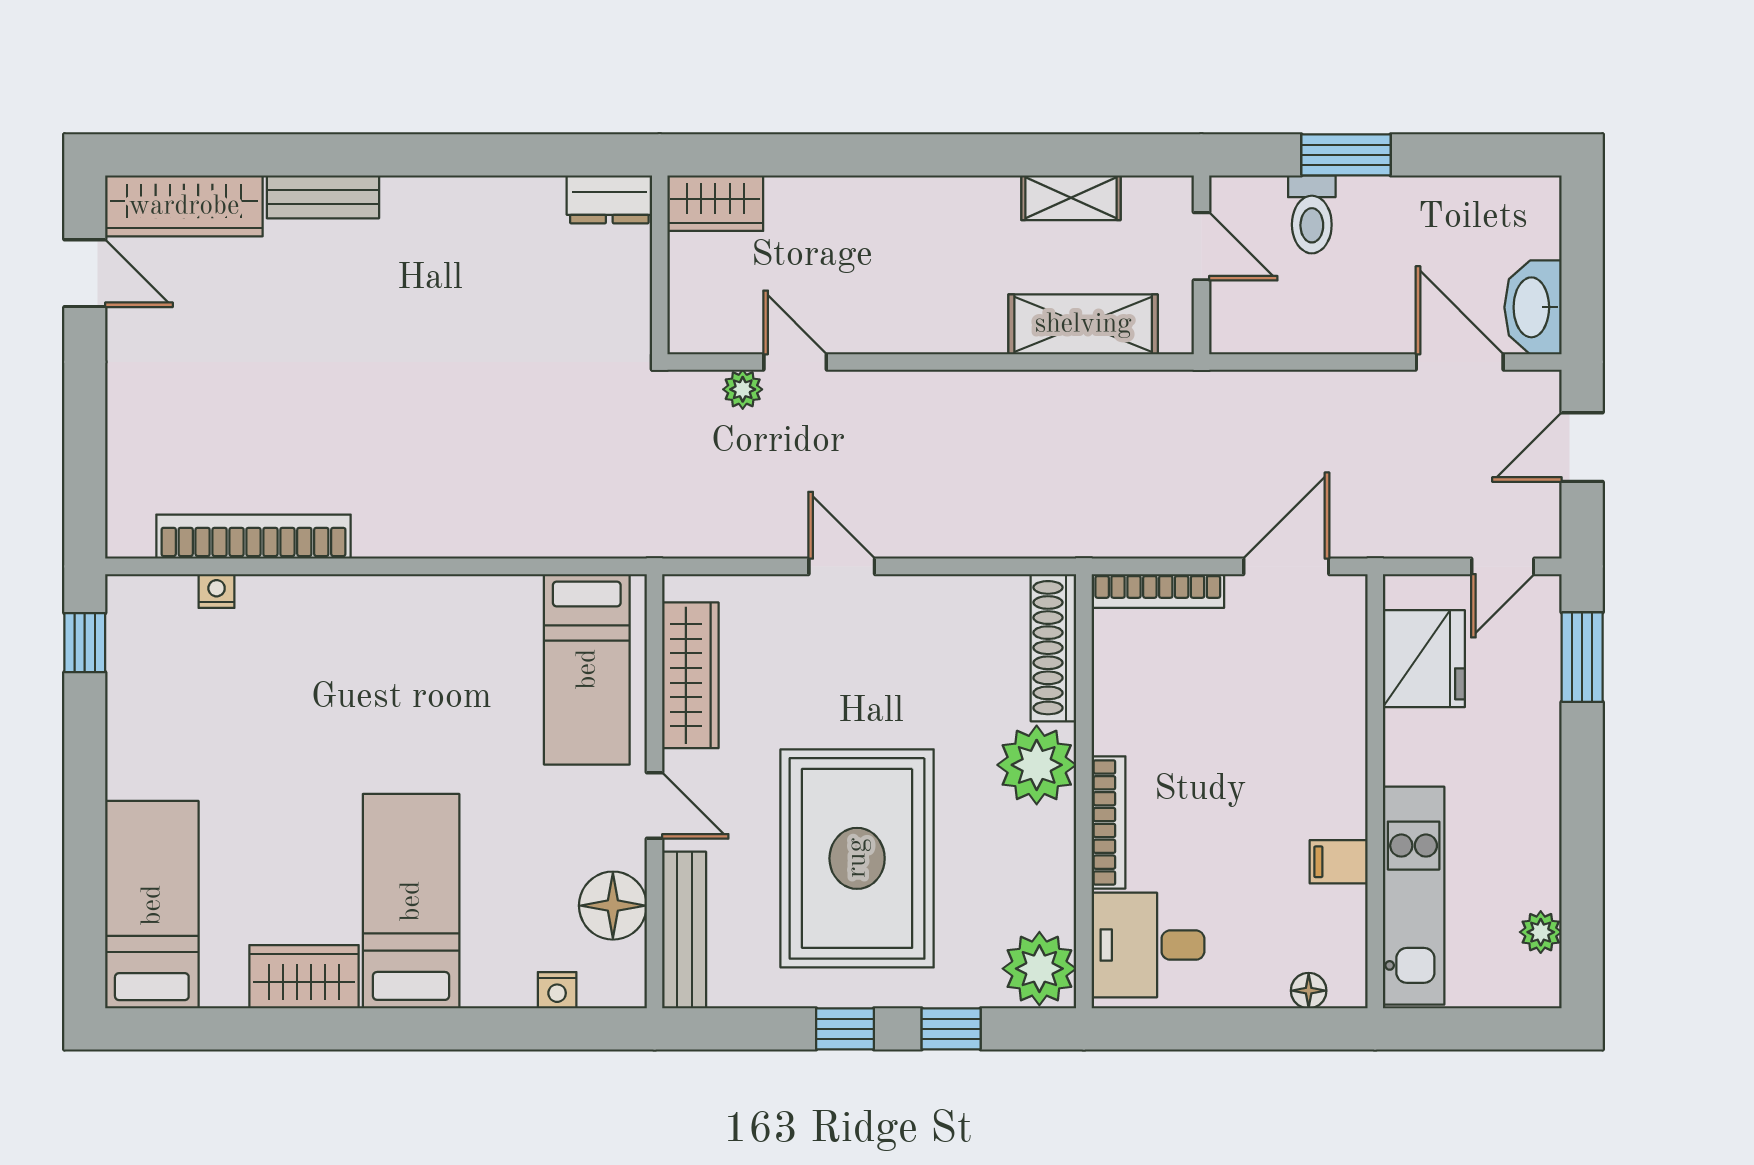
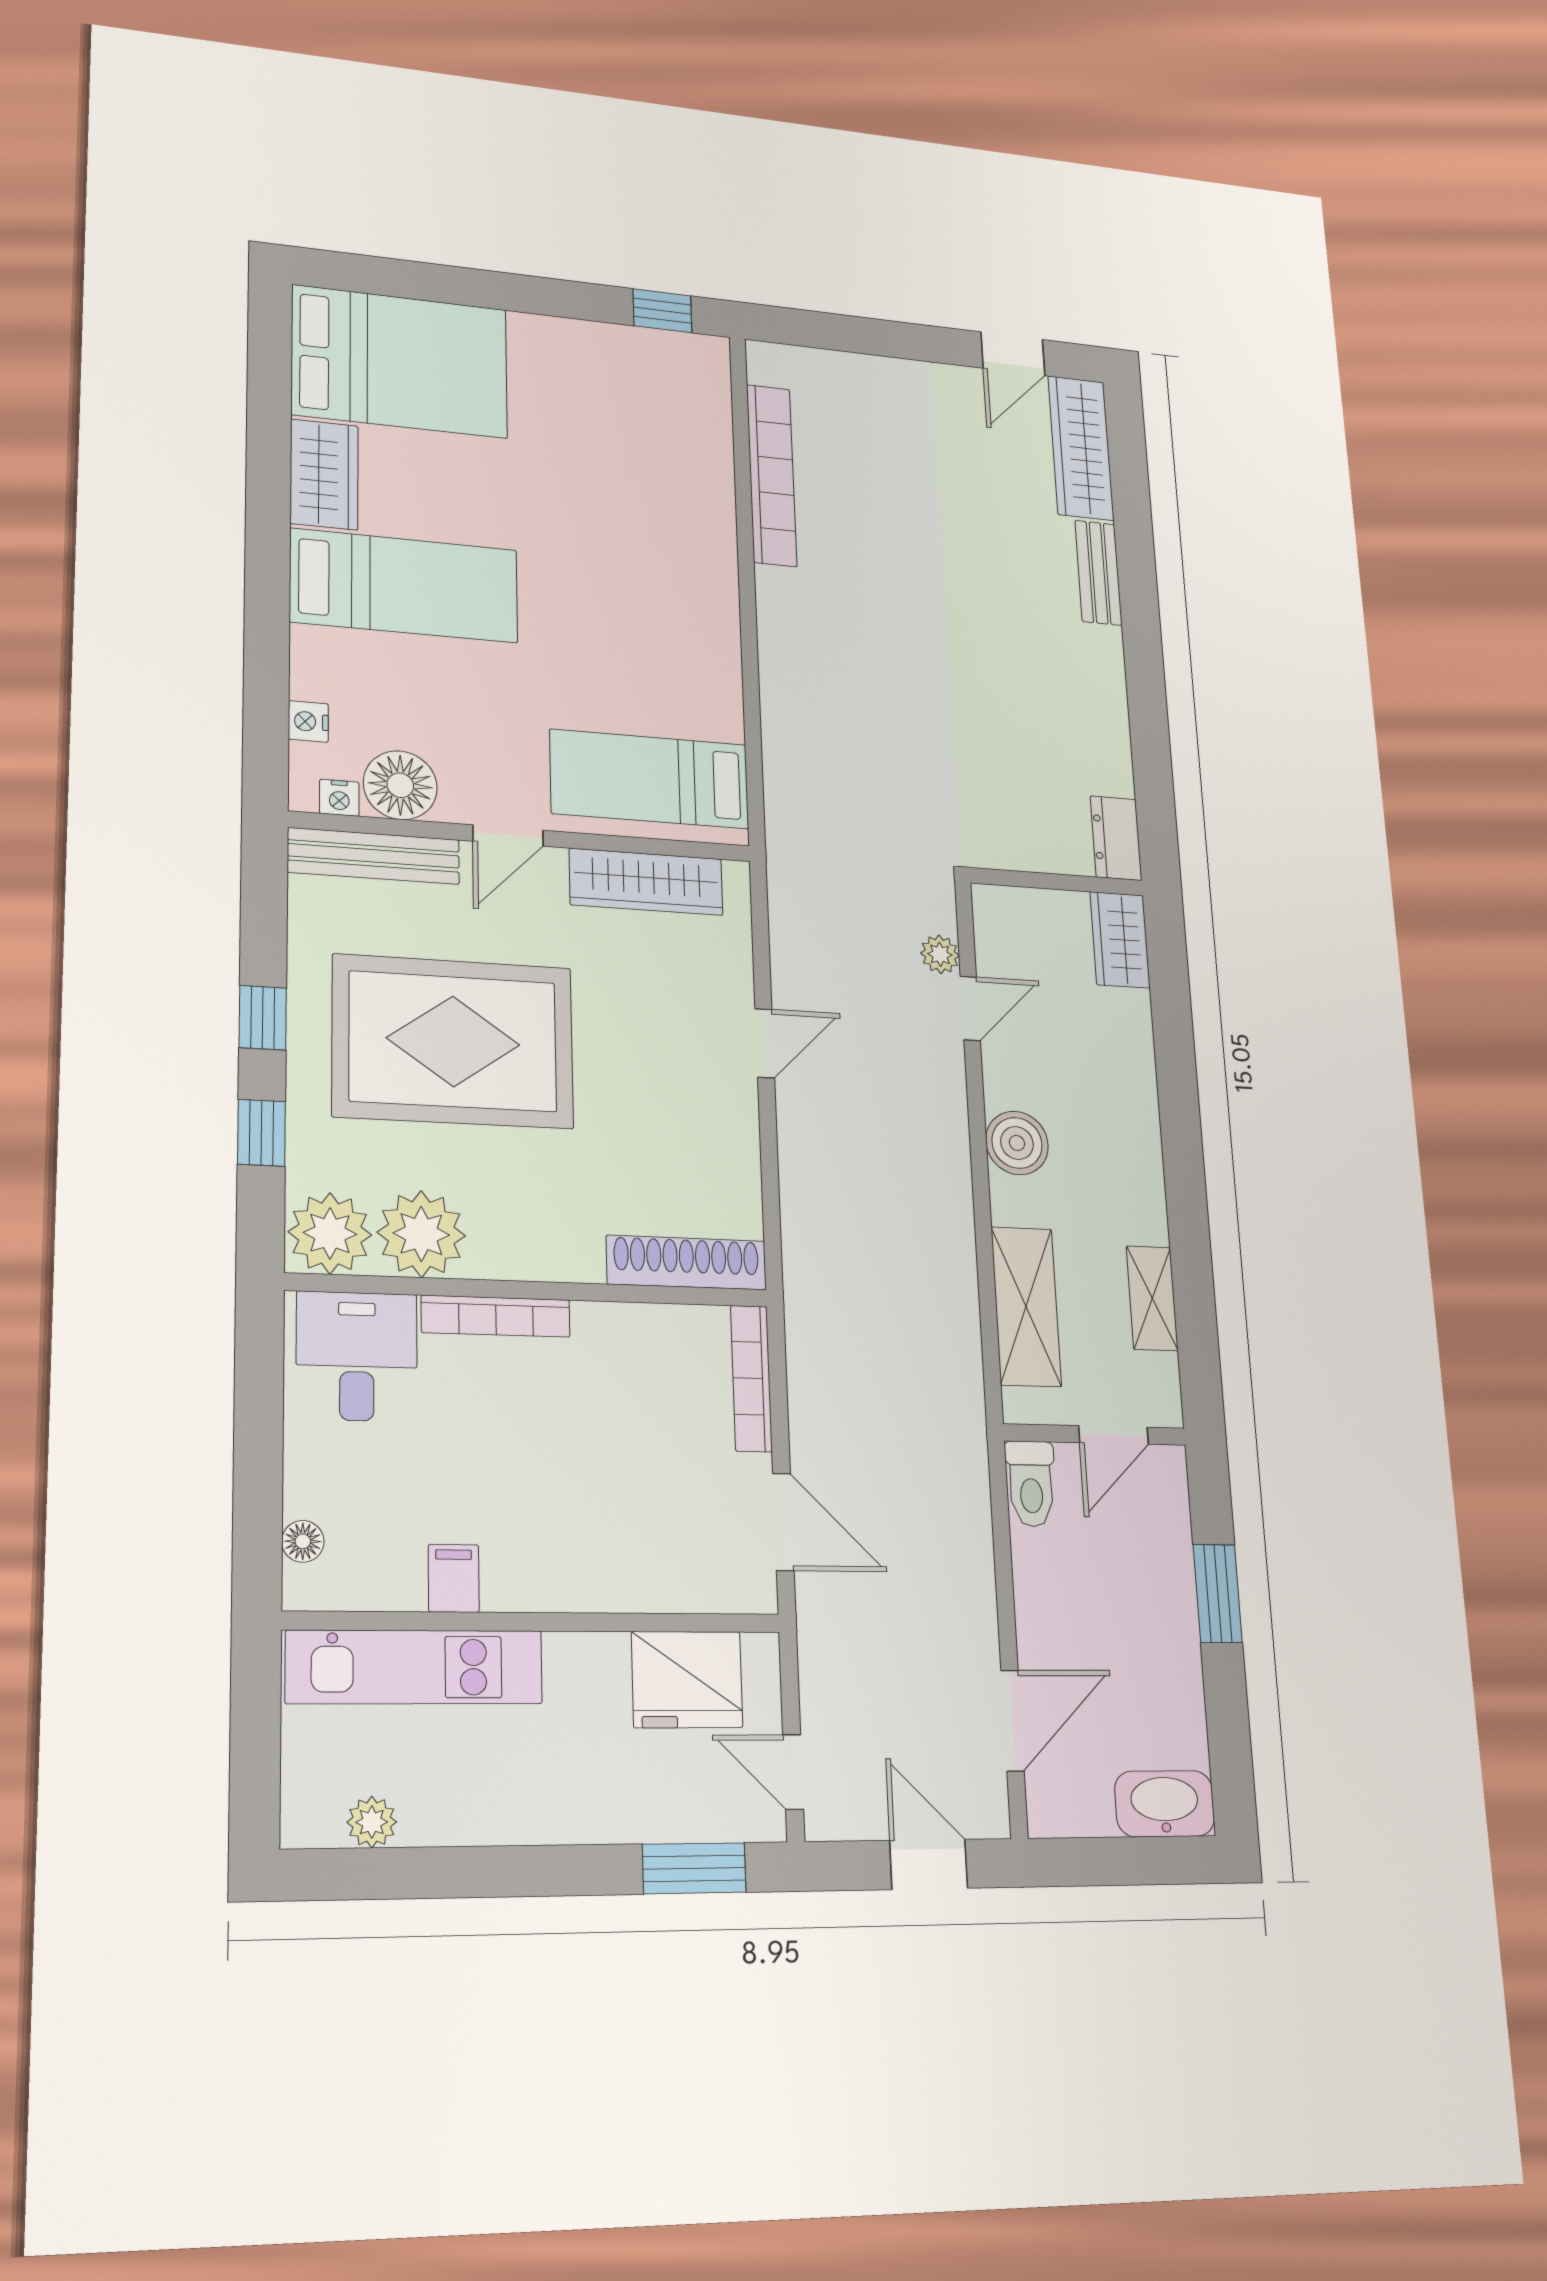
toilet: (1312, 214) -> (1031, 1484), moved, turned -90
washbasin: (1533, 307) -> (1165, 1804), moved
boiler: (926, 323) -> (1017, 1143), added
nightstand: (217, 591) -> (339, 798), moved, turned 90
plant: (1037, 765) -> (421, 1234), moved
bed: (152, 905) -> (400, 362), width x1.50

